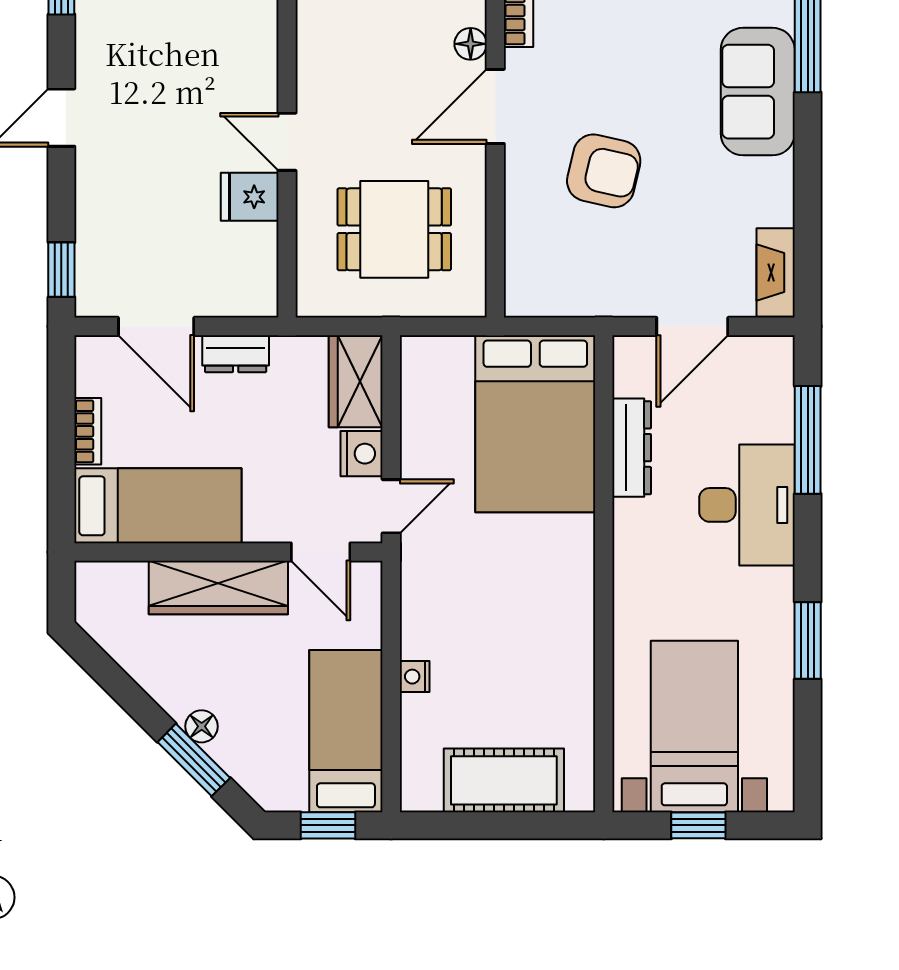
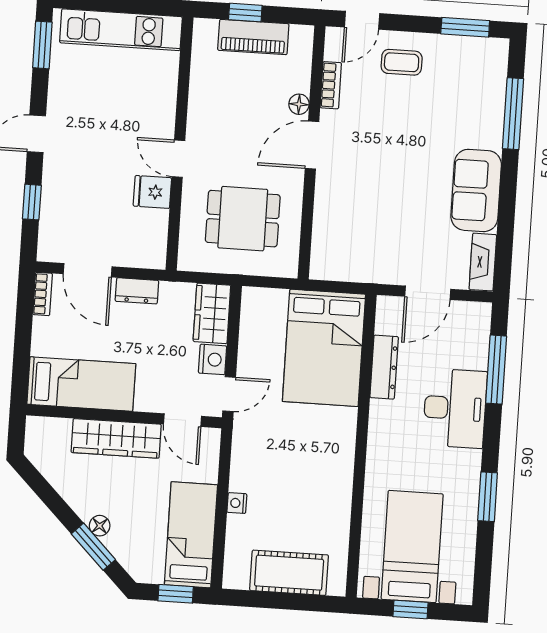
sofa: (758, 92) -> (476, 190), moved
armchair: (604, 171) -> (378, 190), removed
window: (61, 270) -> (32, 202), moved
bookcase: (88, 431) -> (43, 294), moved

